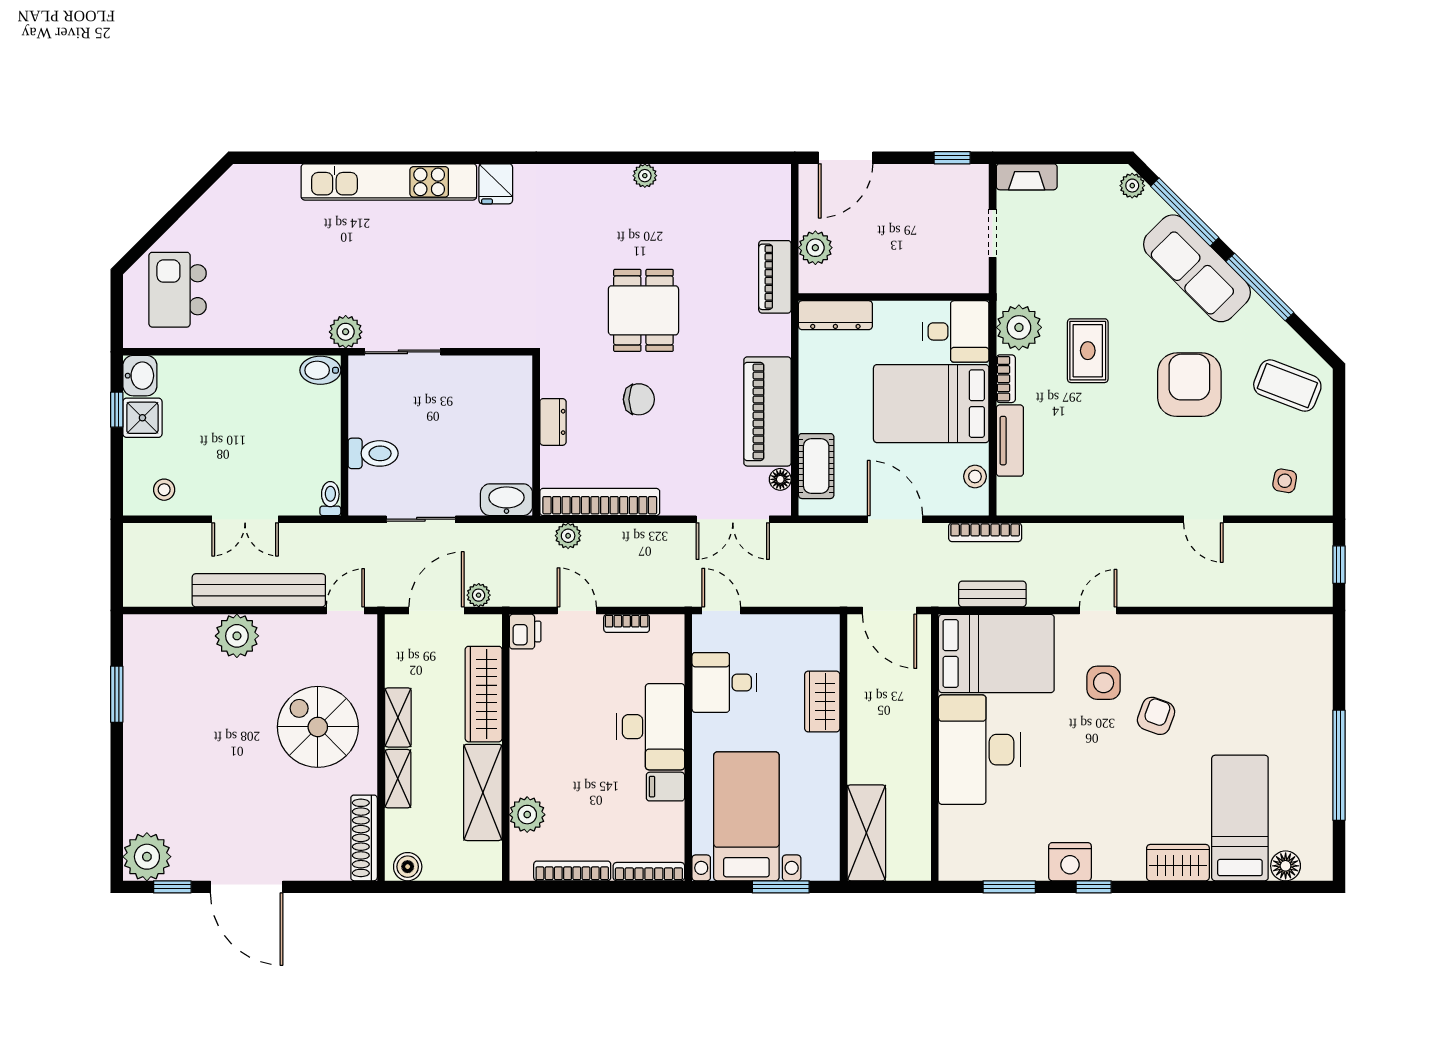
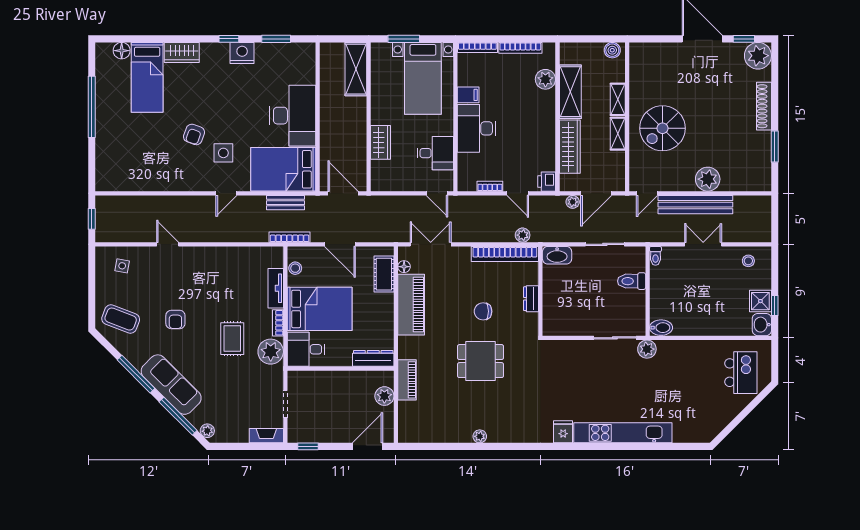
dining table: (643, 310) -> (481, 361), turned 90
armchair: (1189, 385) -> (175, 320), width x0.53, depth x0.53
spiral stairs: (318, 727) -> (662, 128), turned 90
shoe rack: (364, 838) -> (764, 106), moved, turned 180

